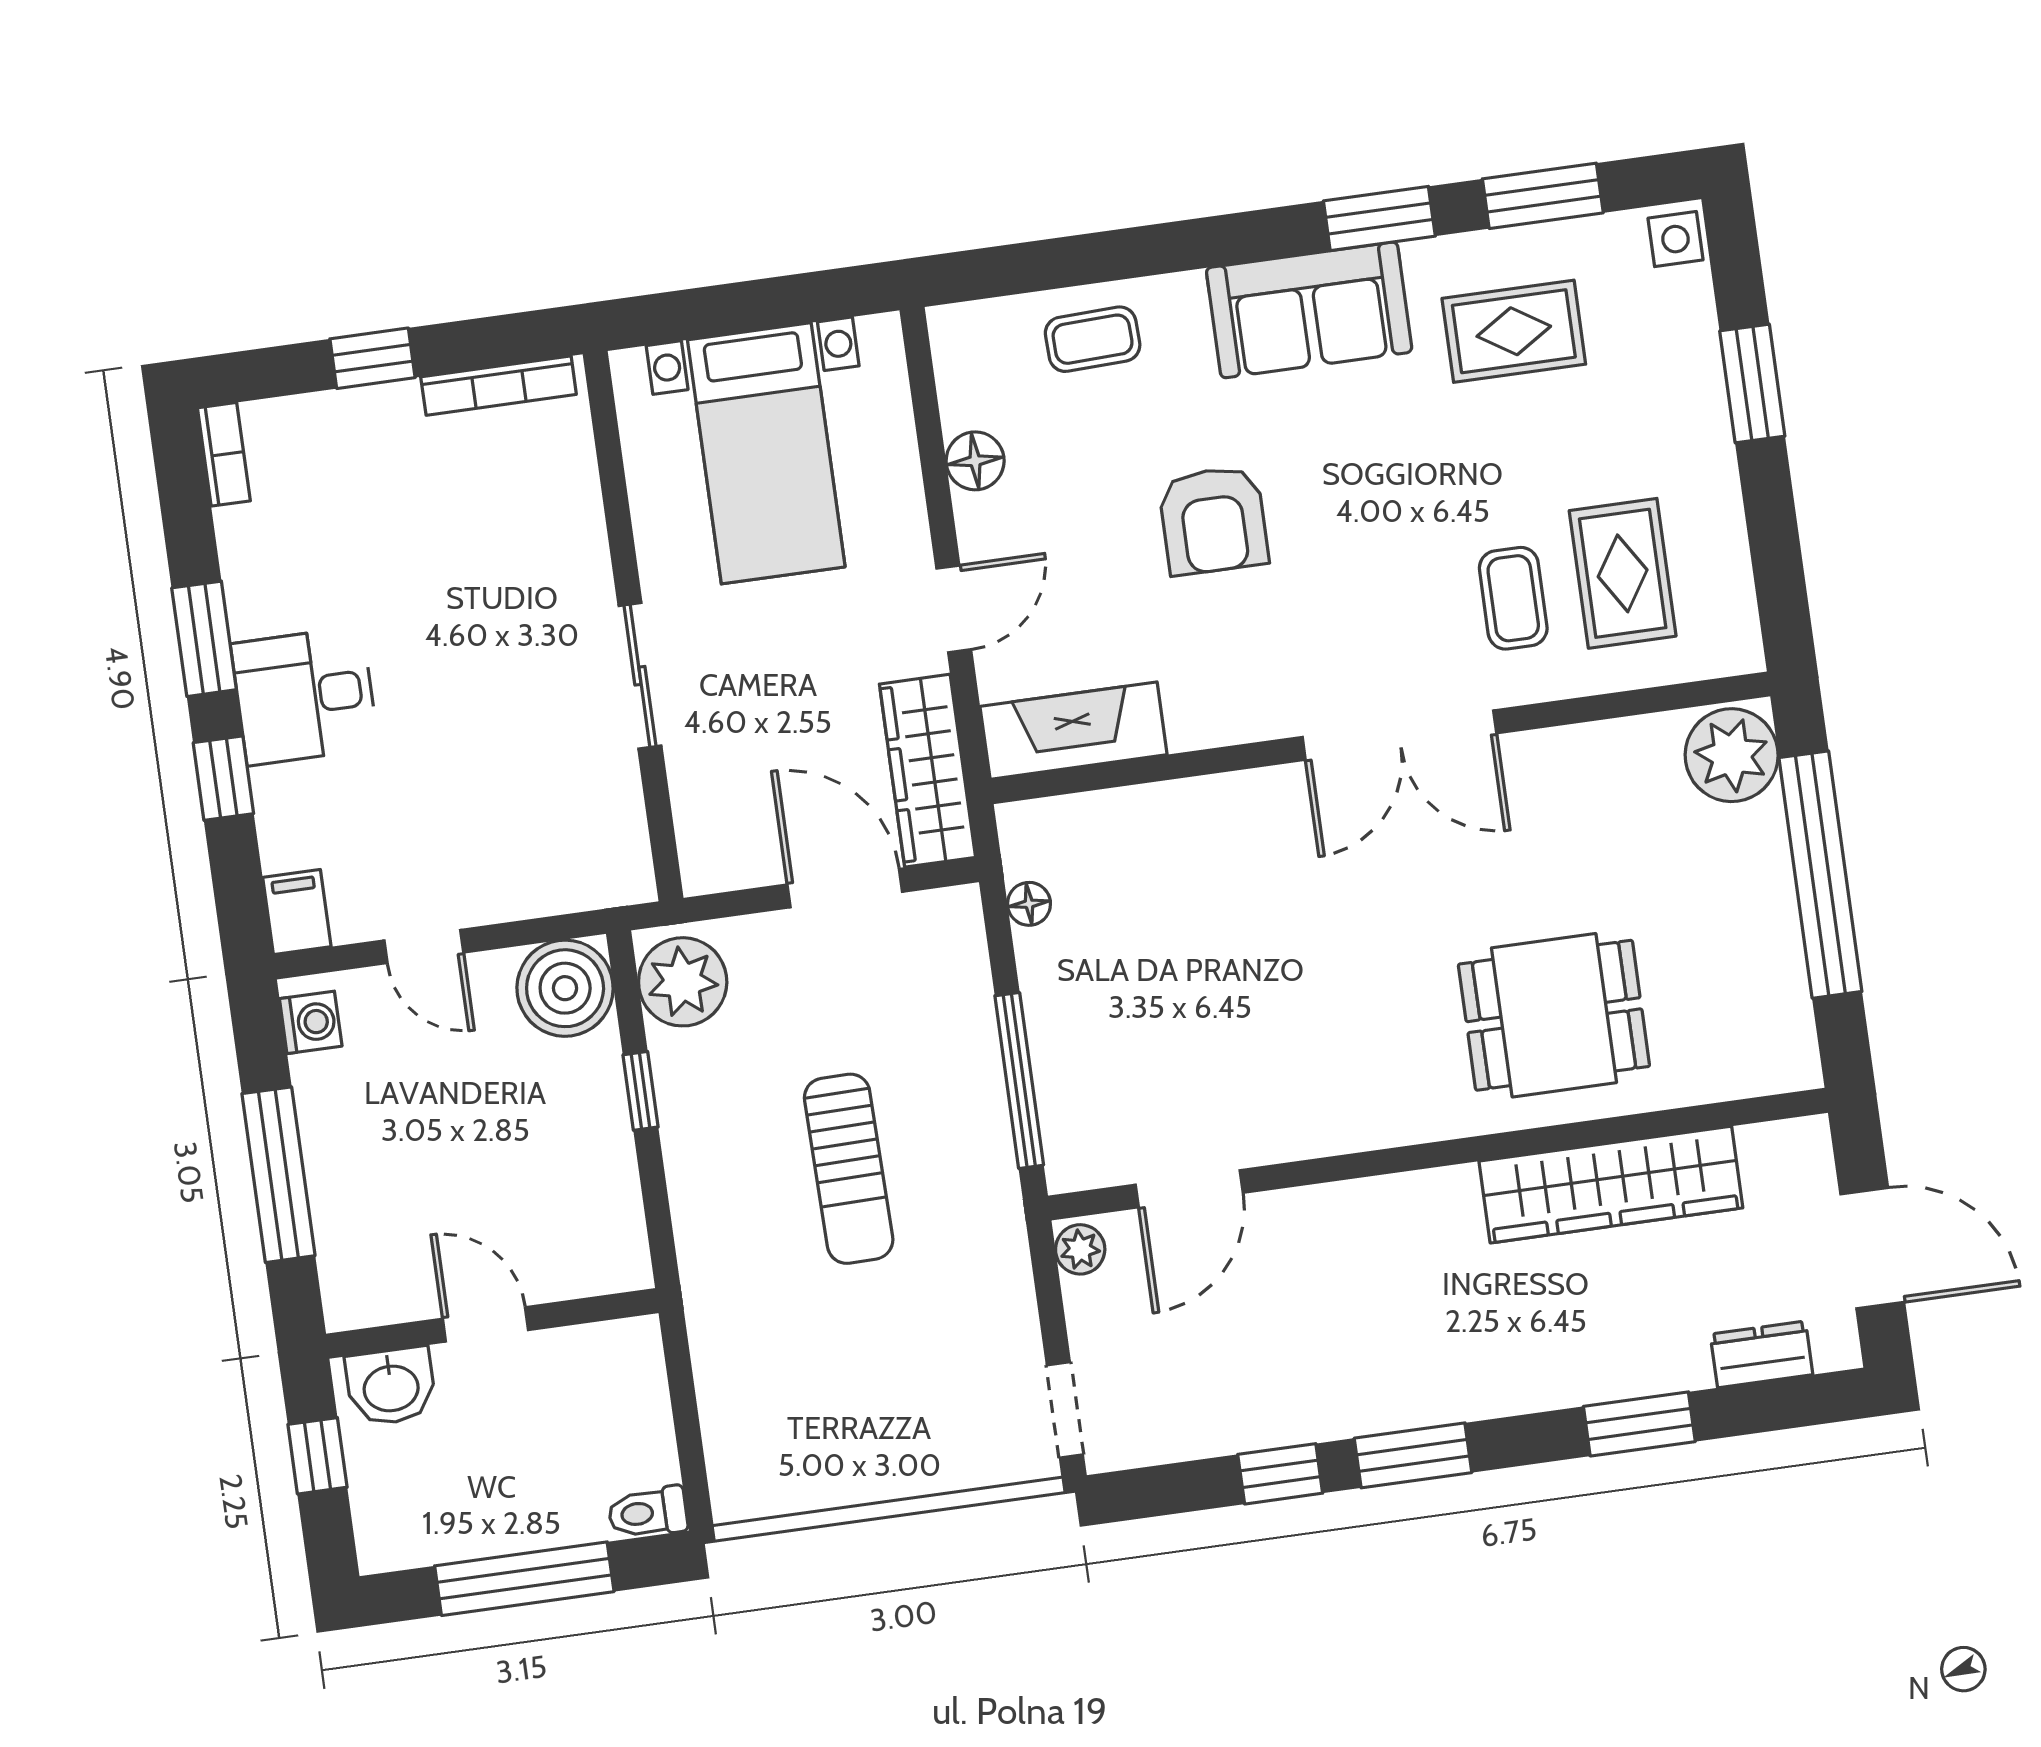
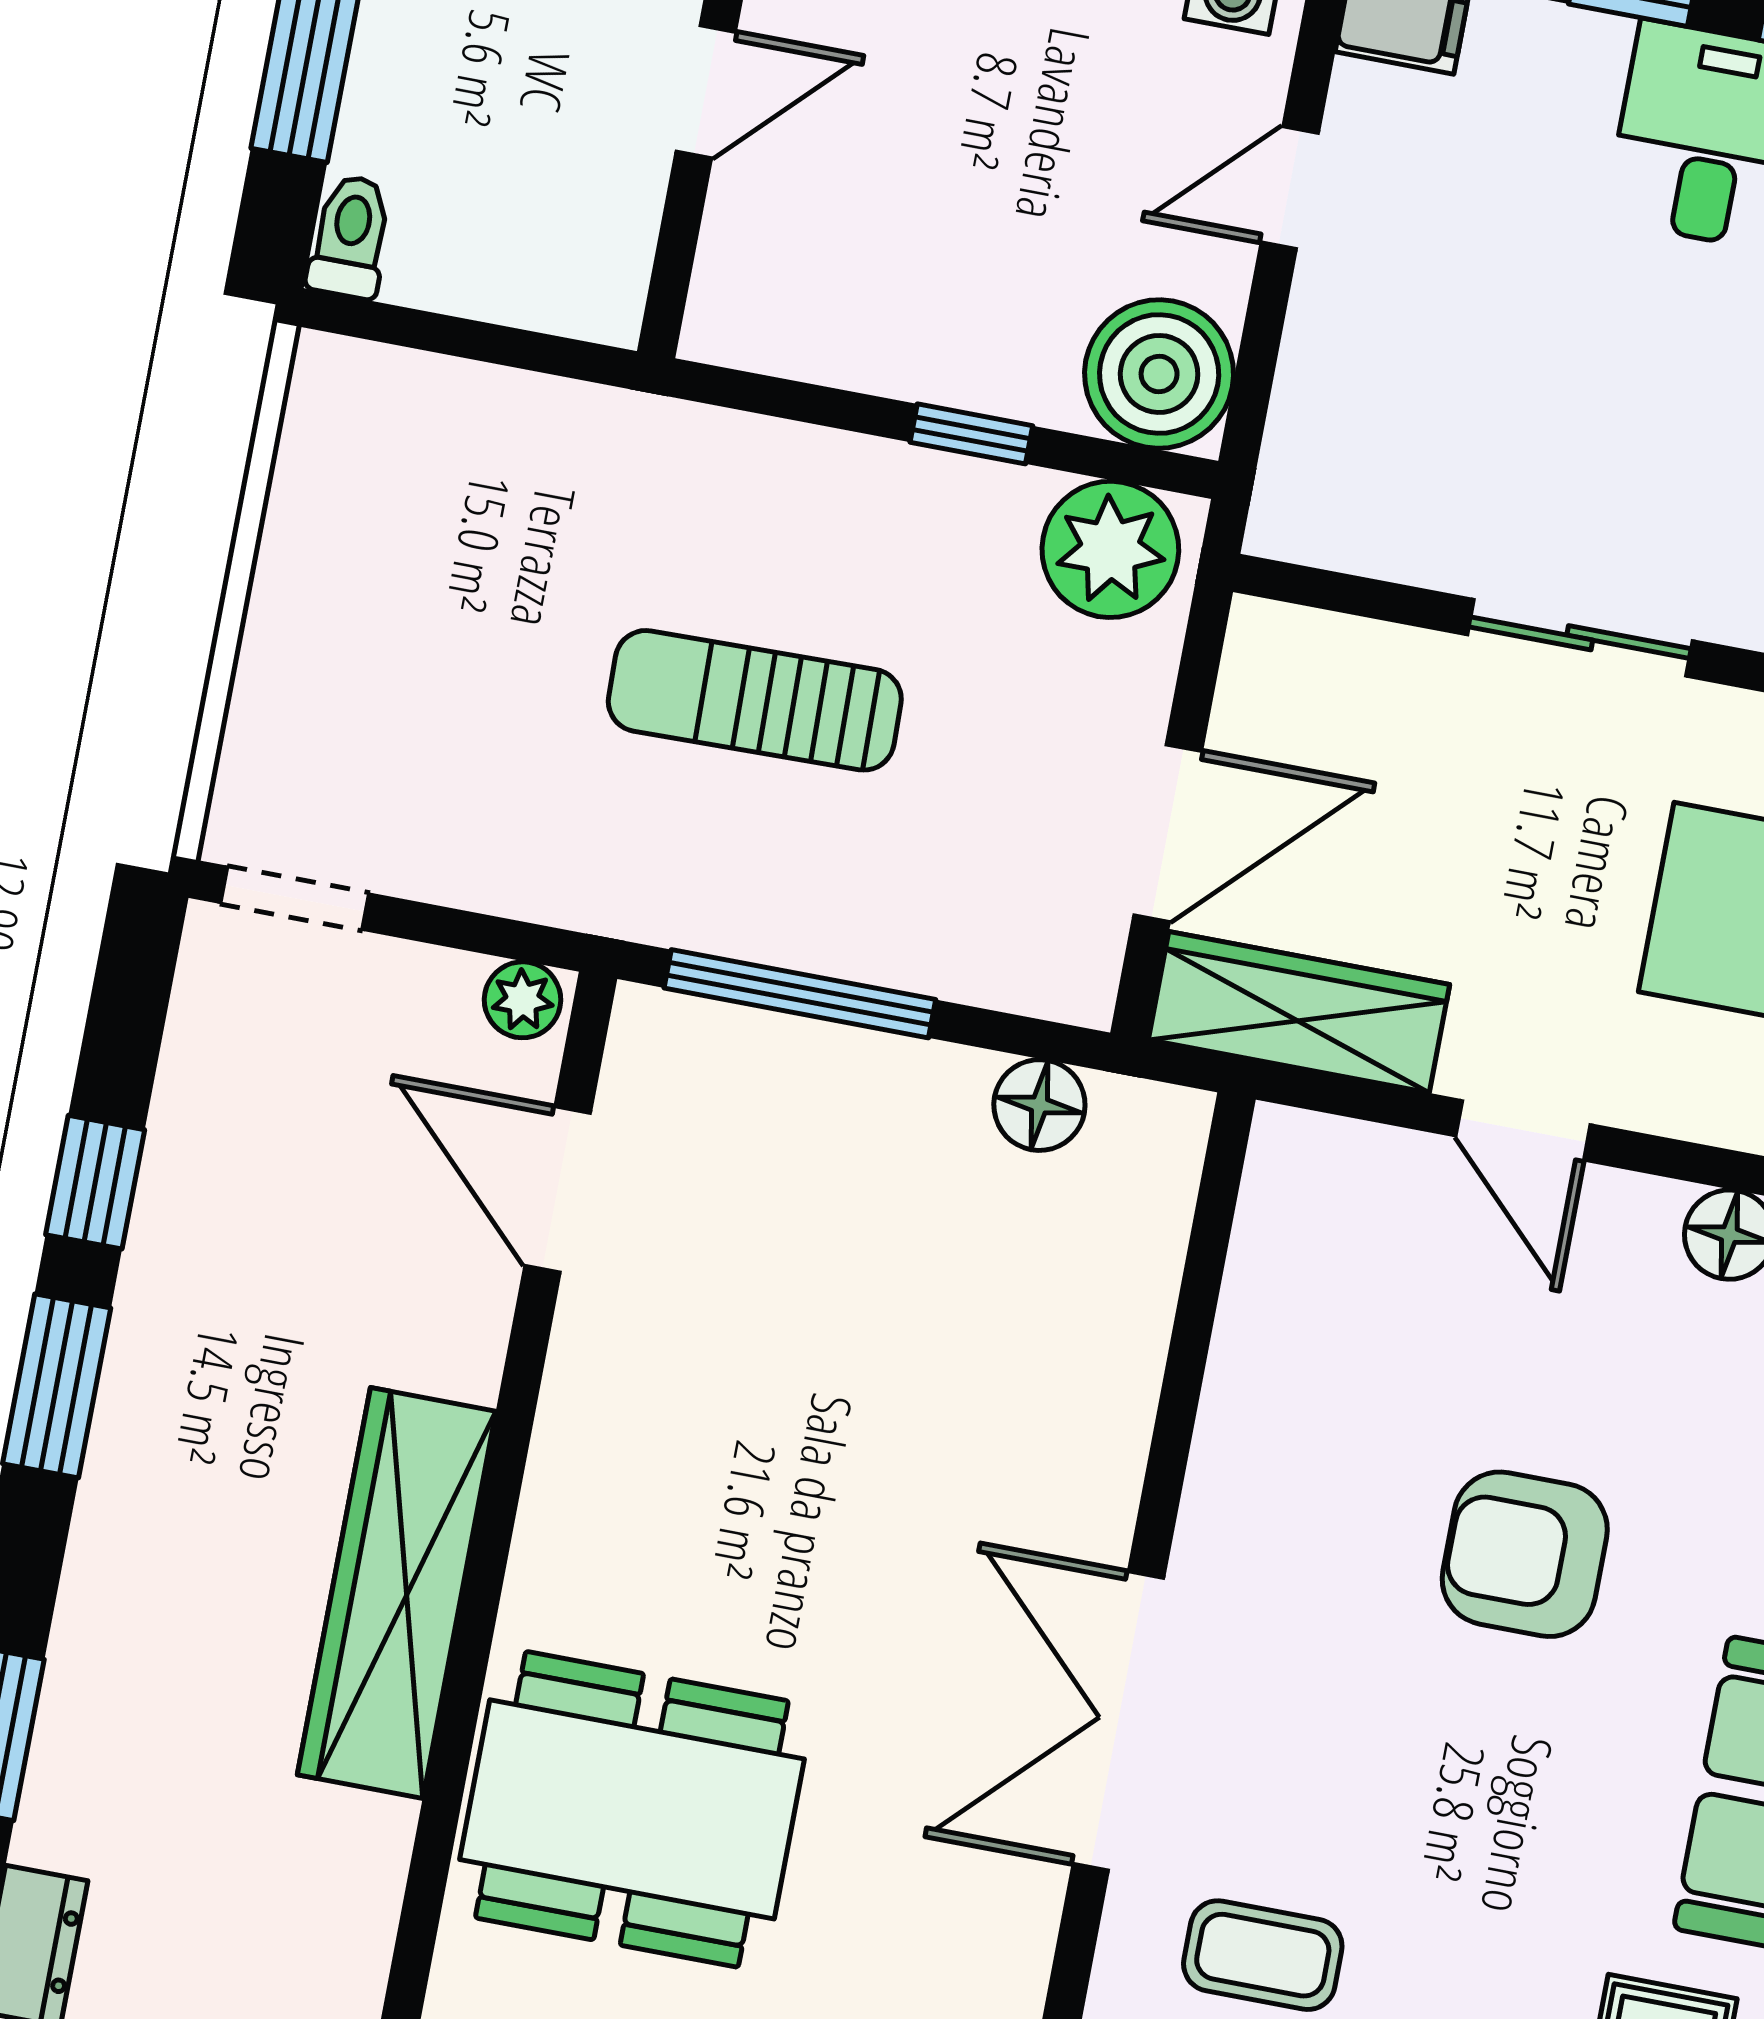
fireplace: (1074, 731) -> (1286, 1246), removed
floor lamp: (1029, 904) -> (1039, 1105), width x1.37, depth x1.37
dining table: (1554, 1015) -> (632, 1809), width x1.38
wardrobe: (1611, 1185) -> (397, 1593), moved

